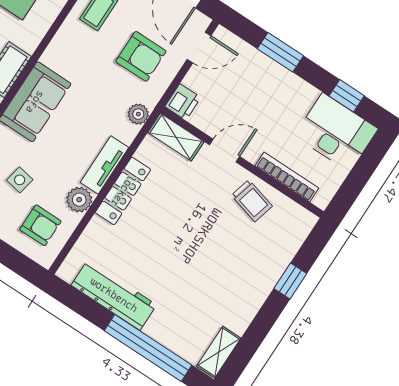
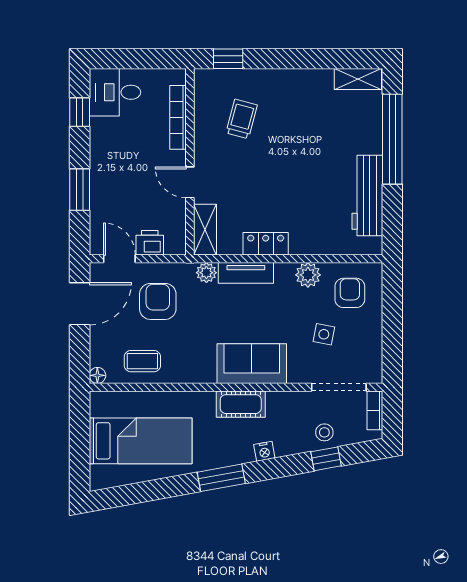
printer: (183, 102) -> (150, 243), moved
desk: (336, 132) -> (115, 92), width x0.73
tv unit: (105, 165) -> (246, 273), moved
locker: (123, 191) -> (266, 244), width x0.66
trolley: (252, 201) -> (242, 119), moved
window: (290, 281) -> (228, 59), moved

